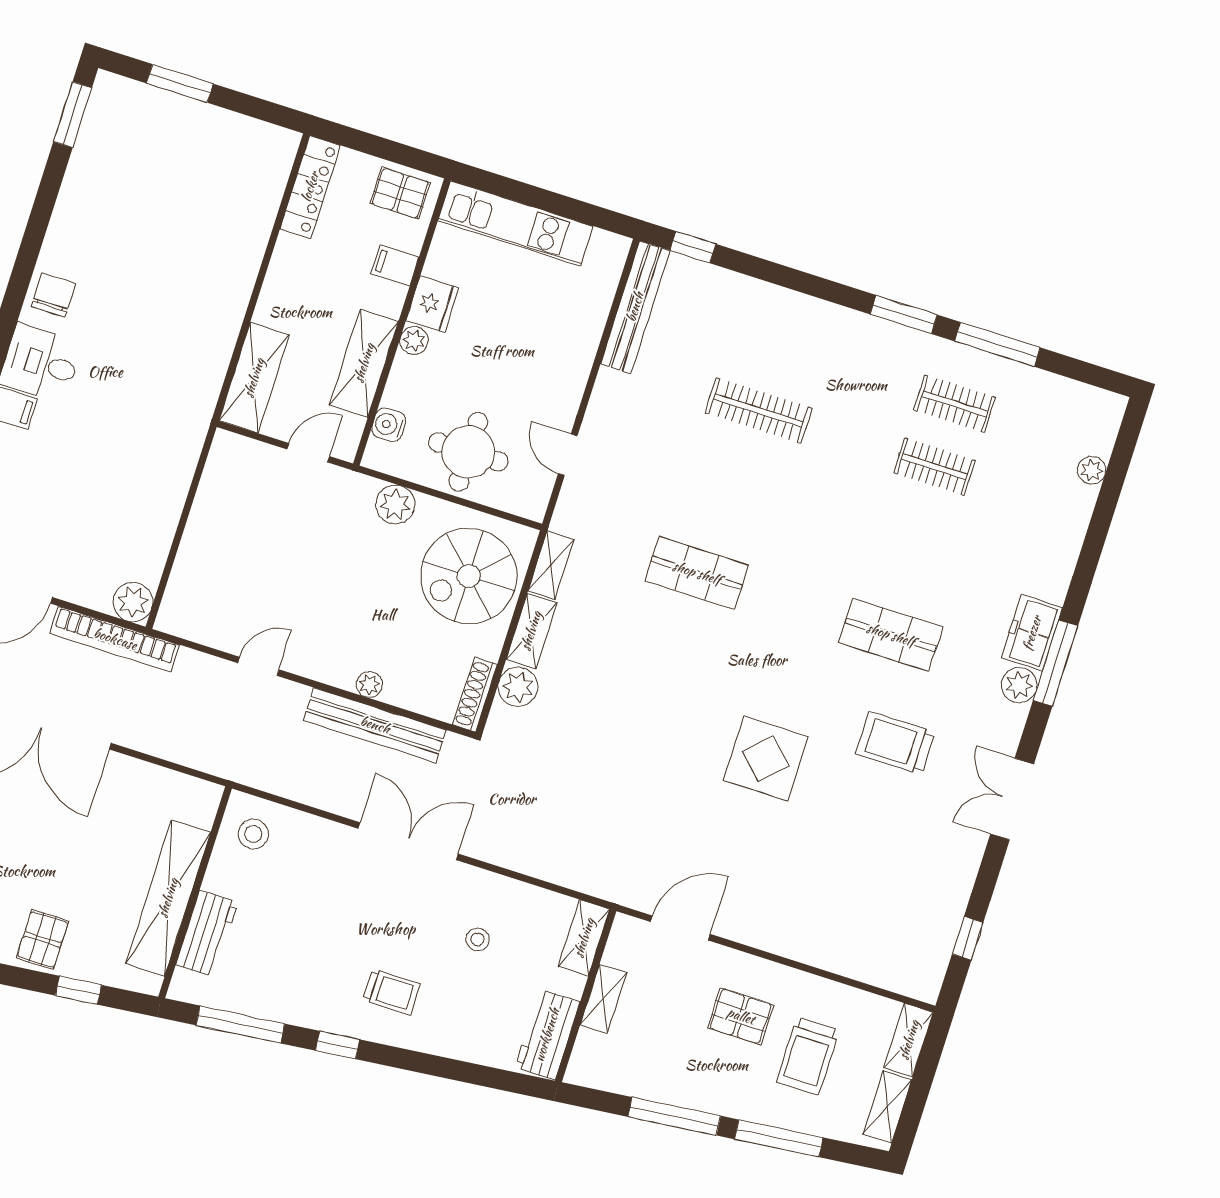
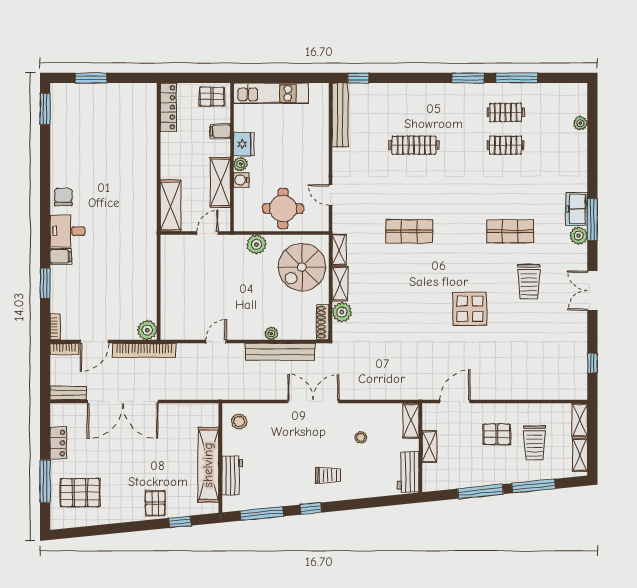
water cooler: (389, 425) -> (241, 180), moved
trolley: (895, 743) -> (529, 282), turned -90

